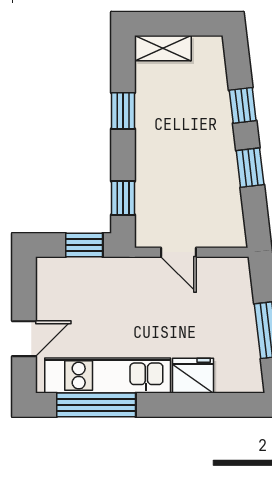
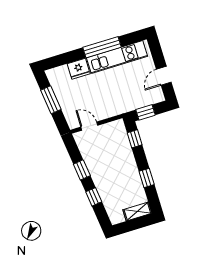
door: (179, 252) -> (89, 126), moved
door: (24, 339) -> (164, 76), moved
window: (96, 405) -> (102, 47), moved

